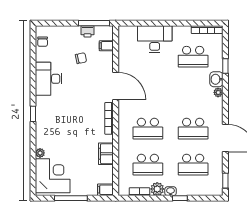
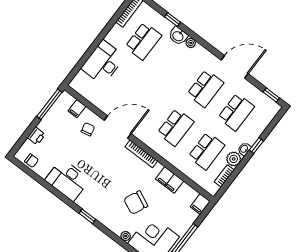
printer: (87, 31) -> (36, 136), moved
chair: (81, 58) -> (88, 129), moved
chair: (70, 142) -> (136, 203), added

